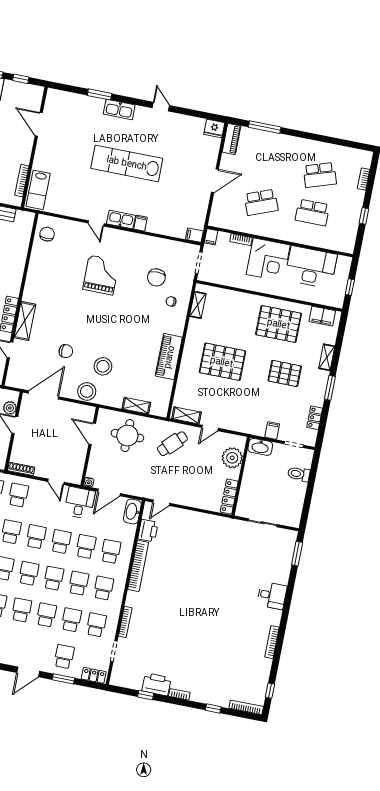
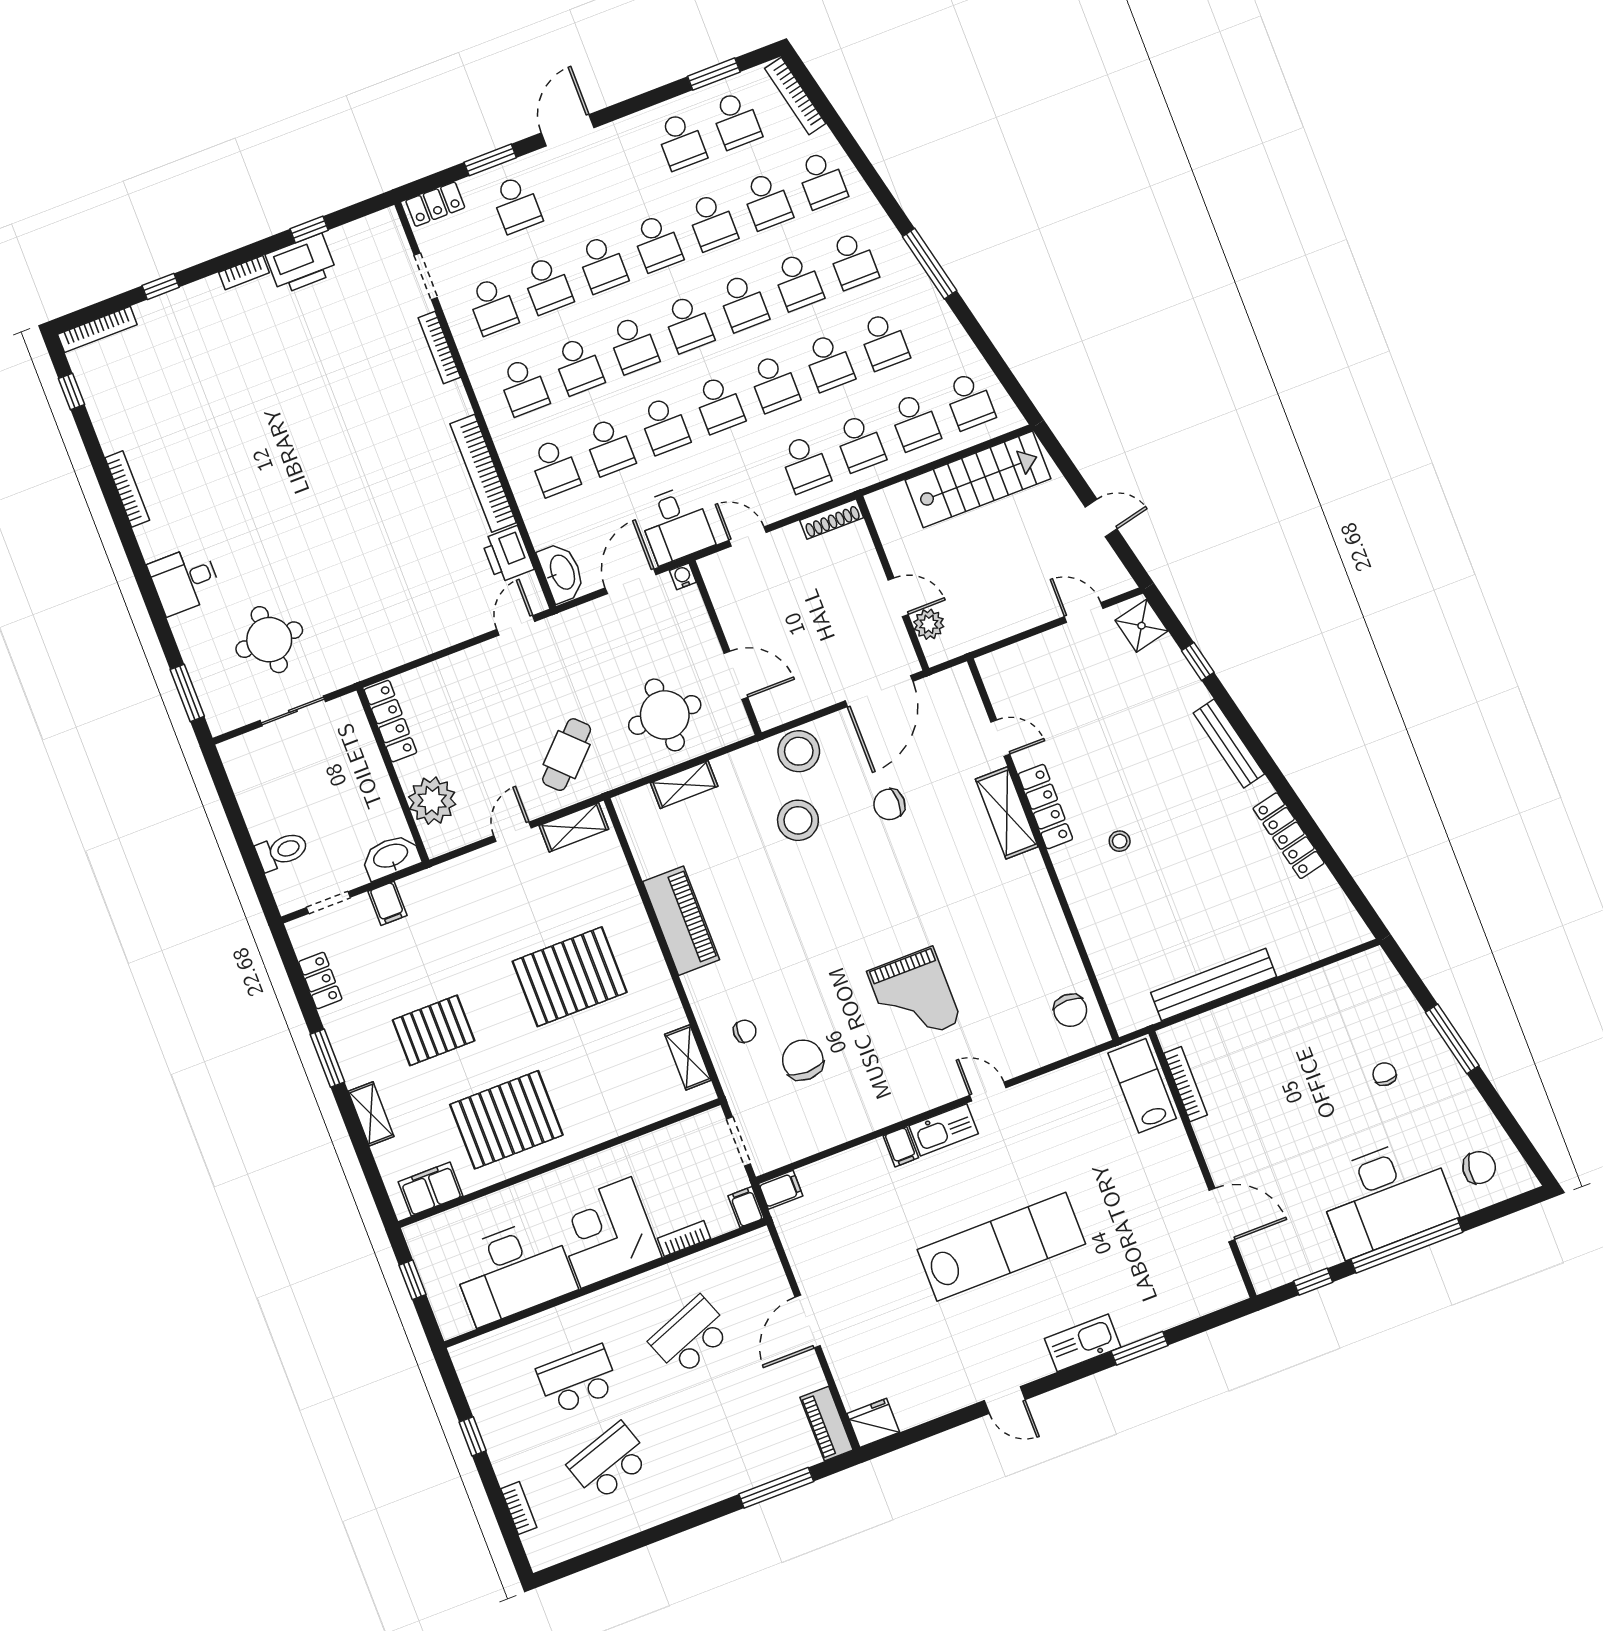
round table: (255, 554) -> (269, 640), added

